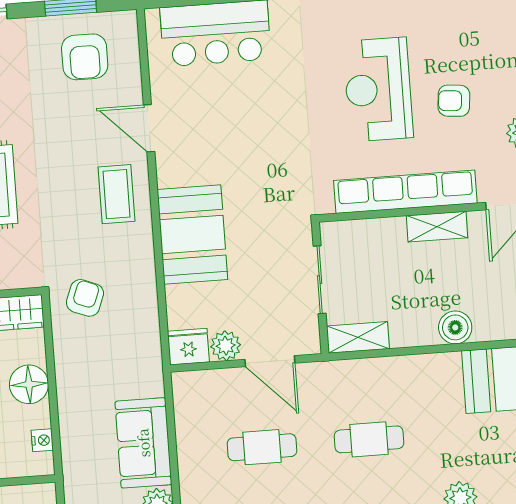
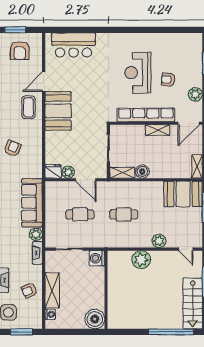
door: (149, 128) -> (44, 82), hinge flipped
booth: (192, 234) -> (58, 111), moved
boiler: (455, 327) -> (142, 172), moved
sofa: (143, 443) -> (32, 203), width x1.36

